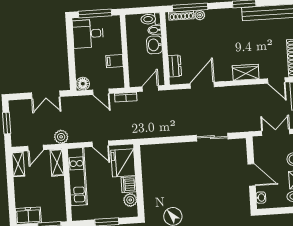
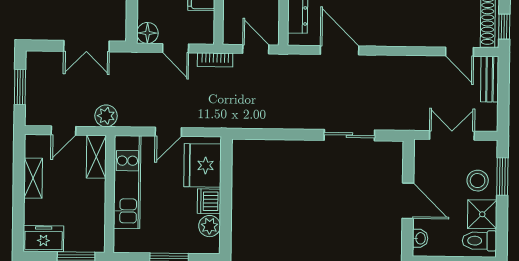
wardrobe: (246, 72) -> (411, 35), removed
door: (202, 85) -> (340, 50), hinge flipped
door: (150, 89) -> (256, 49), hinge flipped
door: (100, 144) -> (168, 132), hinge flipped
shelving: (18, 164) -> (33, 178), moved

